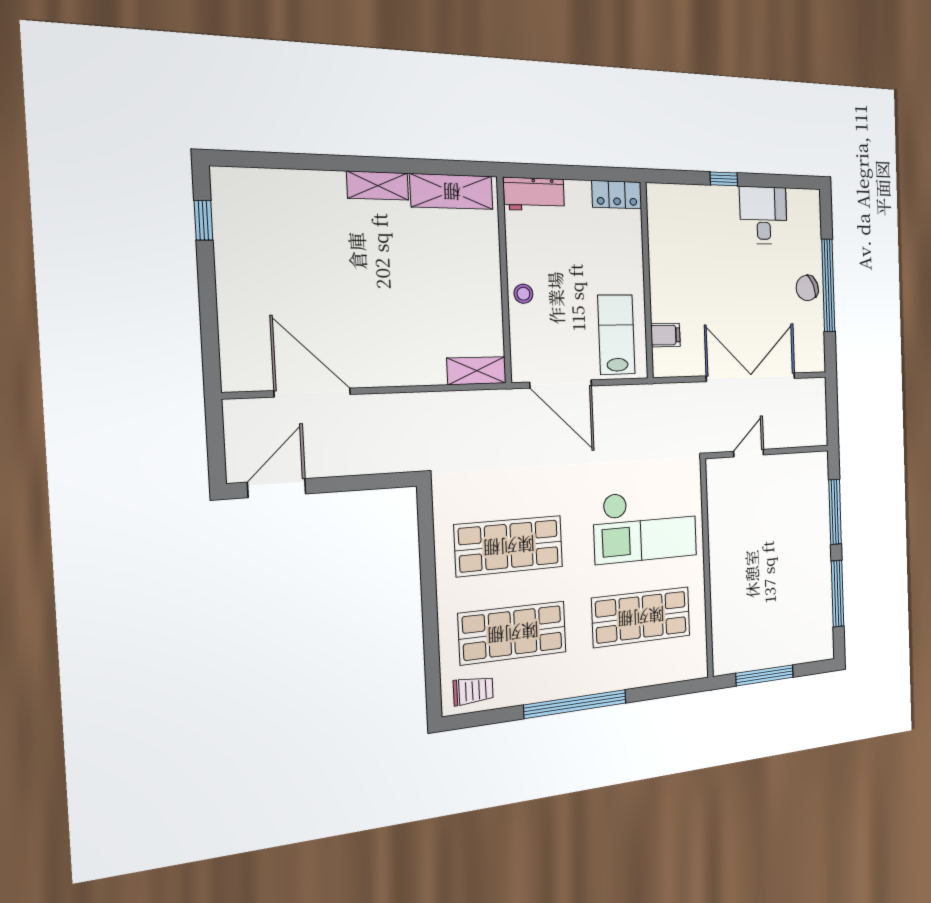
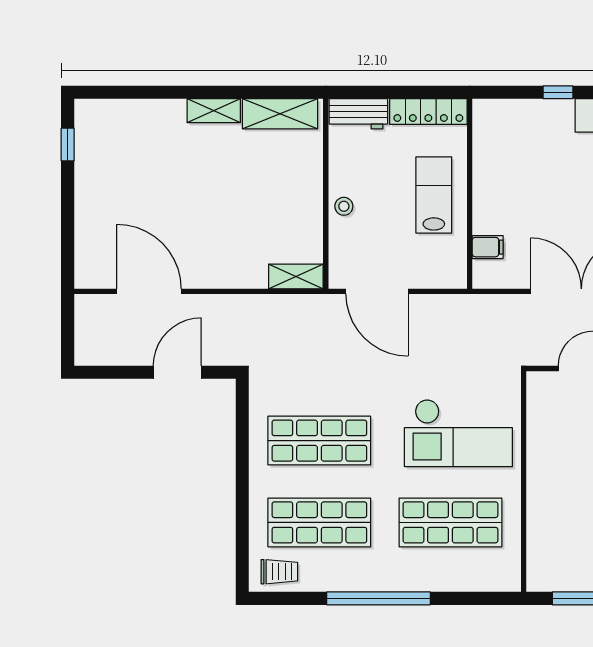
locker: (617, 195) -> (428, 112), width x1.53
lab bench: (616, 335) -> (434, 195), moved
door: (277, 488) -> (177, 372), moved

